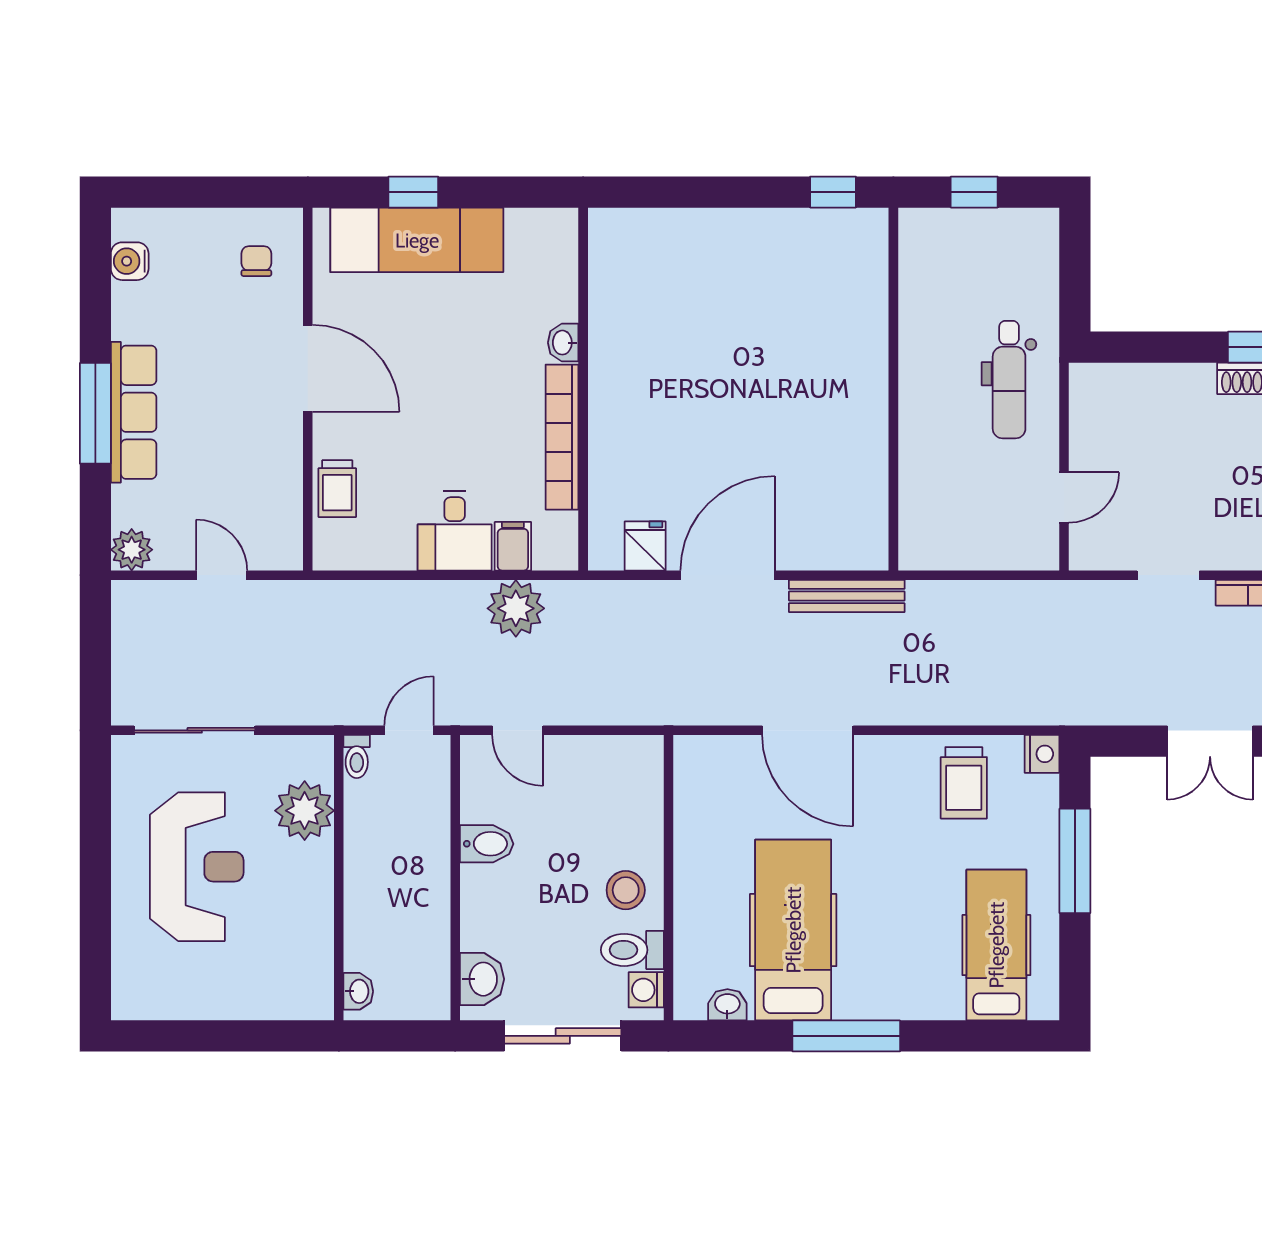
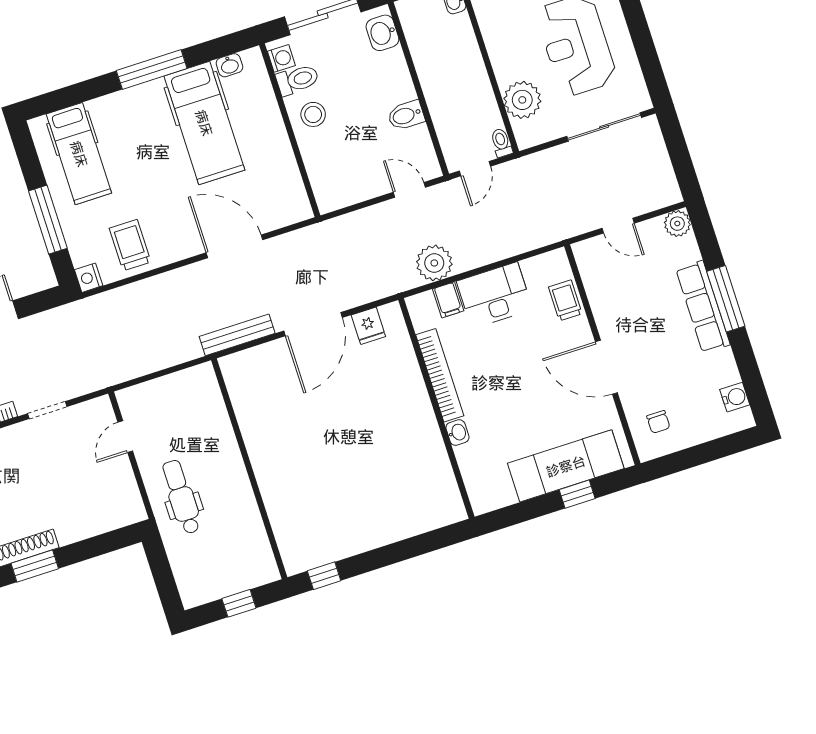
desk: (455, 531) -> (495, 295), width x1.37

